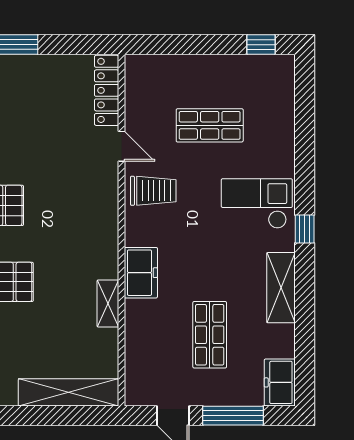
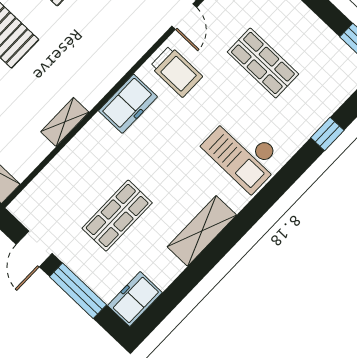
checkout: (257, 204) -> (243, 153), turned 180
window: (305, 229) -> (327, 134), moved
freezer: (141, 273) -> (128, 104), moved

